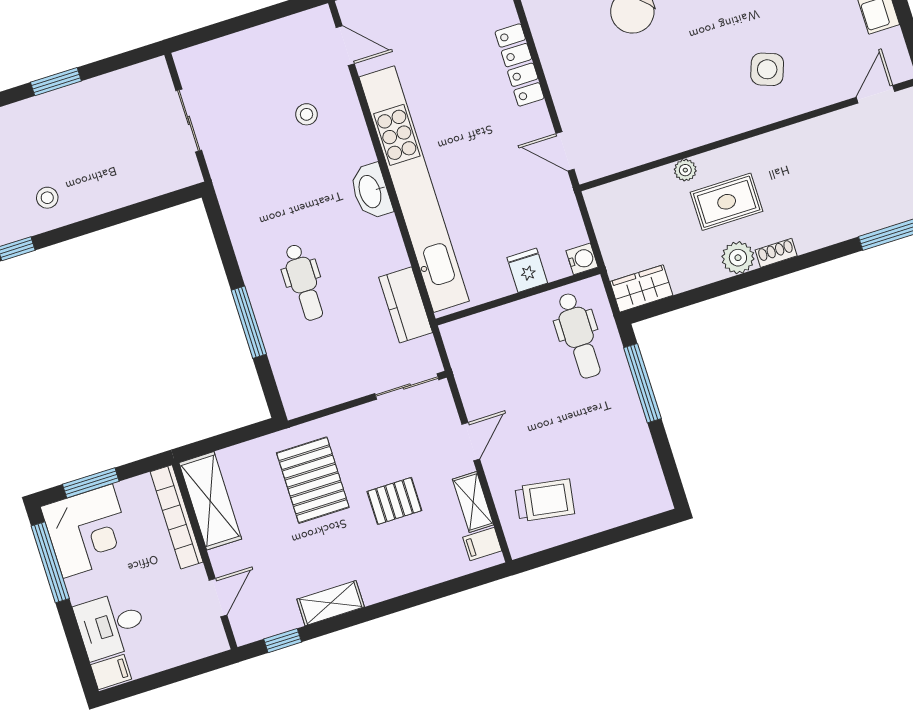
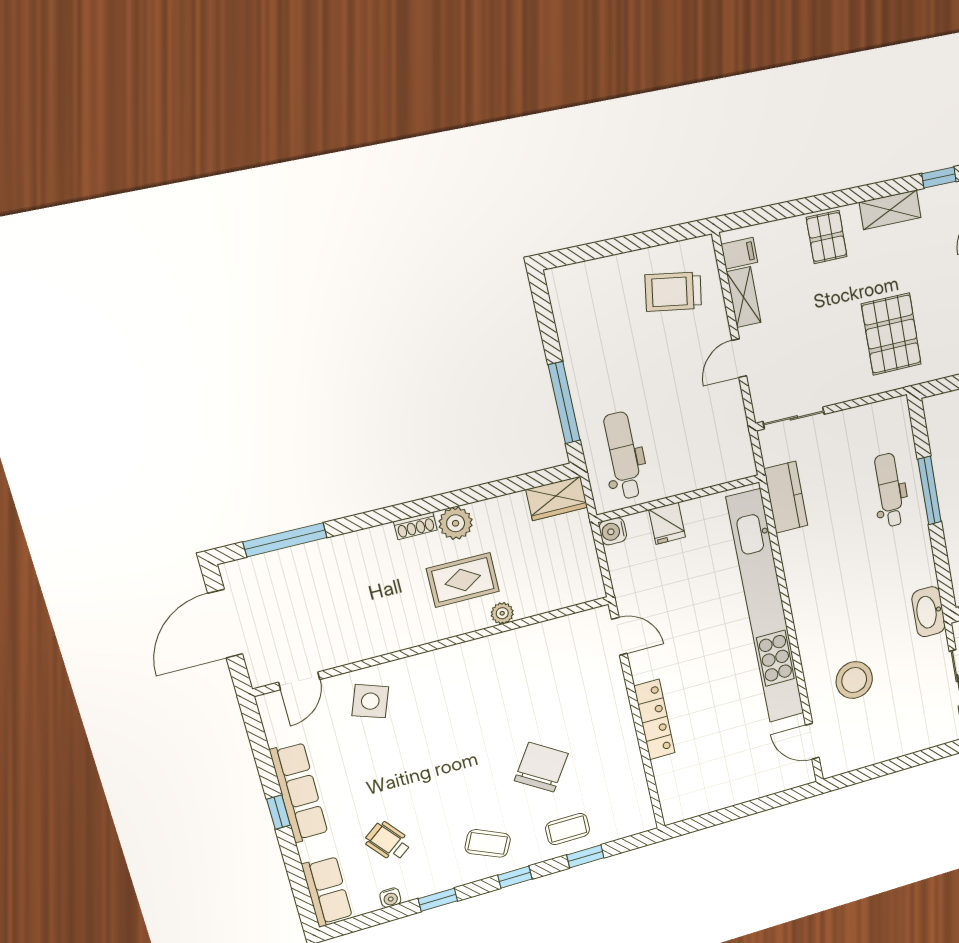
side table: (767, 69) -> (370, 701), moved
stool: (307, 114) -> (854, 680), width x1.89, depth x1.89
washbasin: (371, 191) -> (928, 612), moved, turned 180
dental chair: (304, 282) -> (890, 490), moved
pallet: (394, 501) -> (827, 237), moved, turned 90

